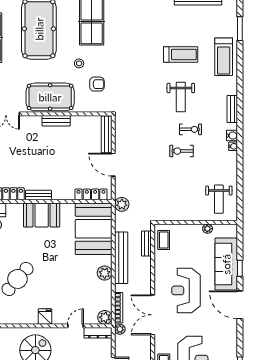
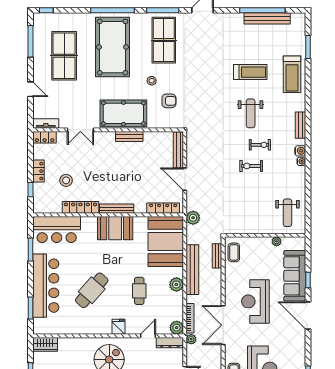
bench: (38, 195) -> (117, 209), width x1.36
cafe table: (66, 280) -> (139, 291), added

